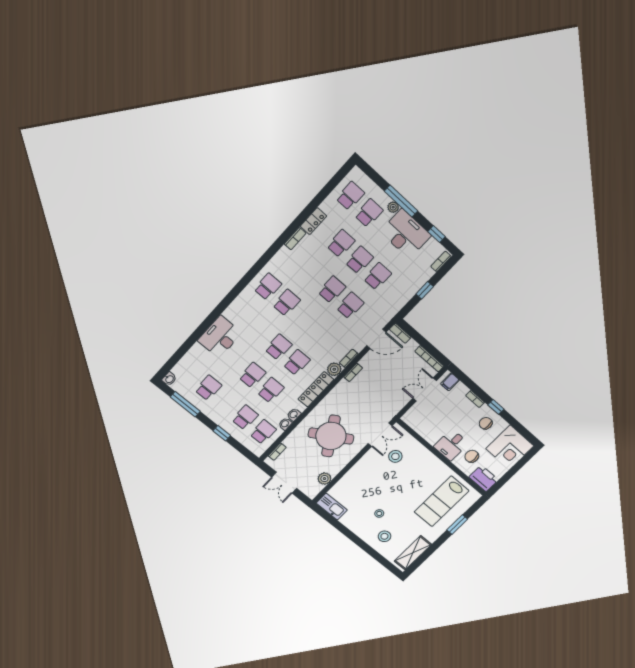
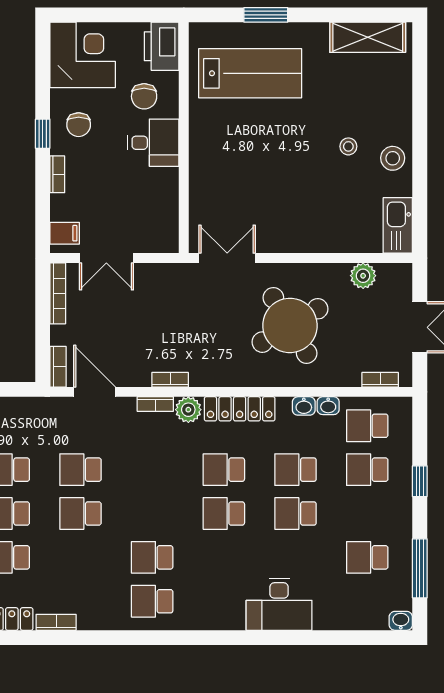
stool: (395, 456) -> (240, 206), removed
stool: (384, 536) -> (393, 158), moved

